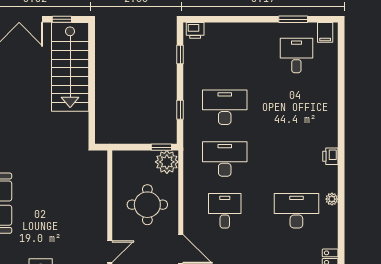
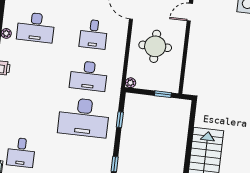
desk: (225, 107) -> (84, 117), width x1.36, depth x1.30
window: (161, 147) -> (163, 94), moved
plant: (167, 162) -> (131, 83), width x0.53, depth x0.53

